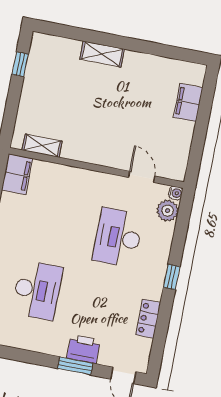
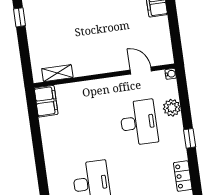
plant: (168, 211) -> (172, 108), moved
desk: (118, 238) -> (139, 123), turned 180

